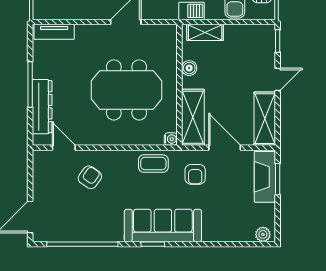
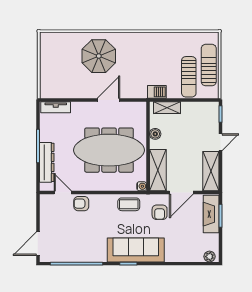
meeting table: (126, 90) -> (109, 150), width x1.36
door: (225, 148) -> (181, 193), swing flipped
armchair: (90, 177) -> (81, 204), moved, turned -125

